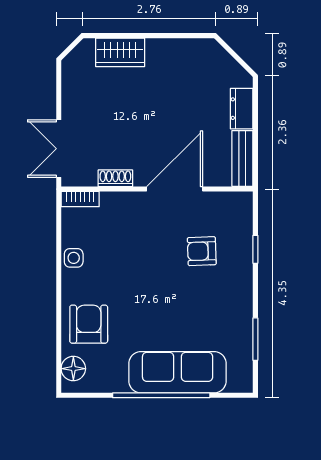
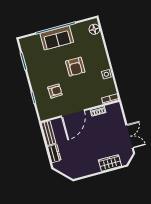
double door: (59, 149) -> (130, 136), moved
armchair: (89, 324) -> (75, 67), moved
sofa: (178, 372) -> (57, 38), width x0.73

